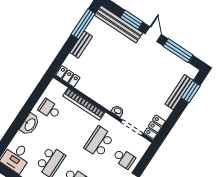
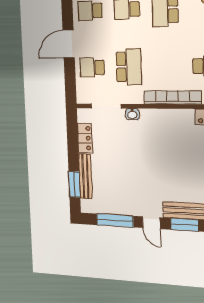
locker: (155, 127) -> (85, 138), moved

